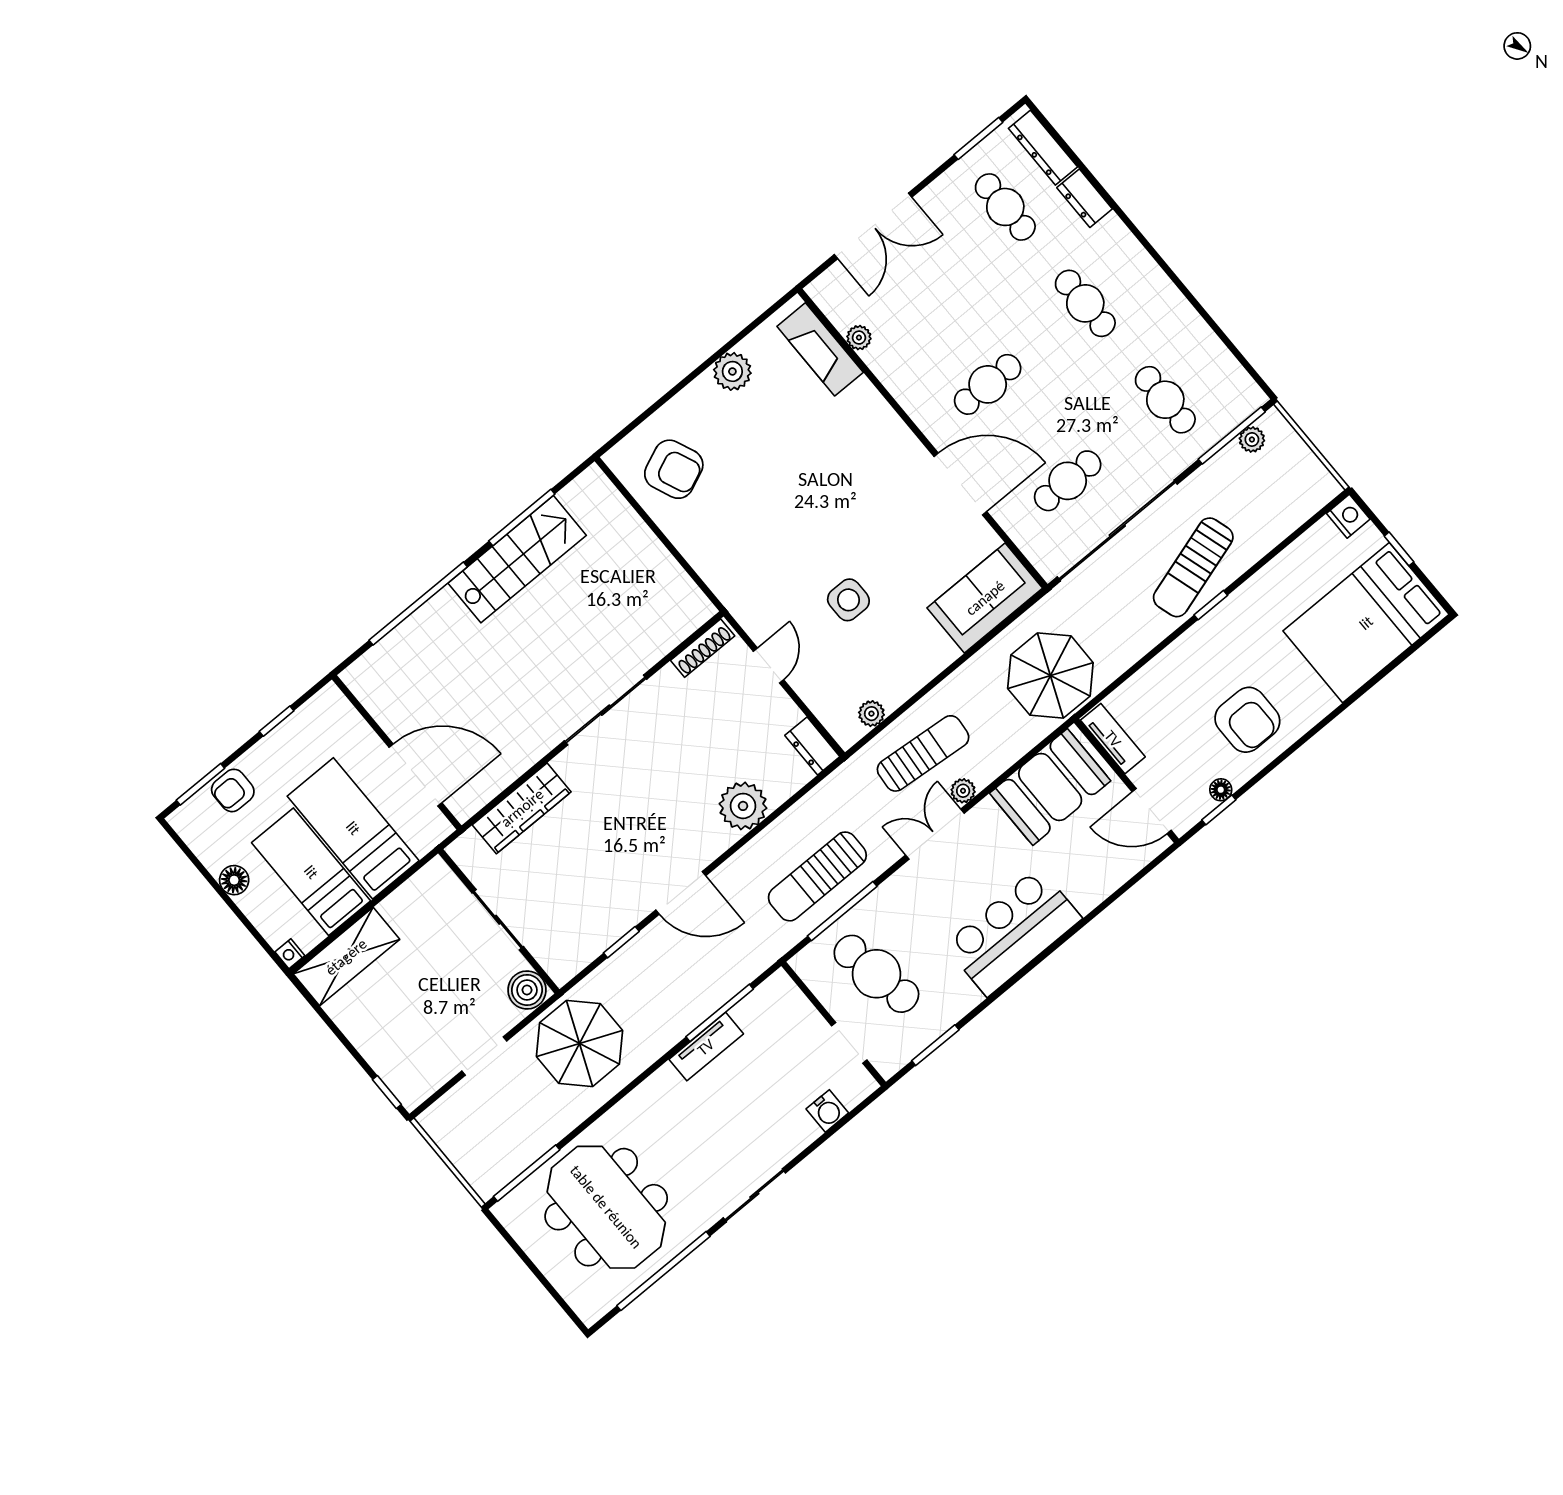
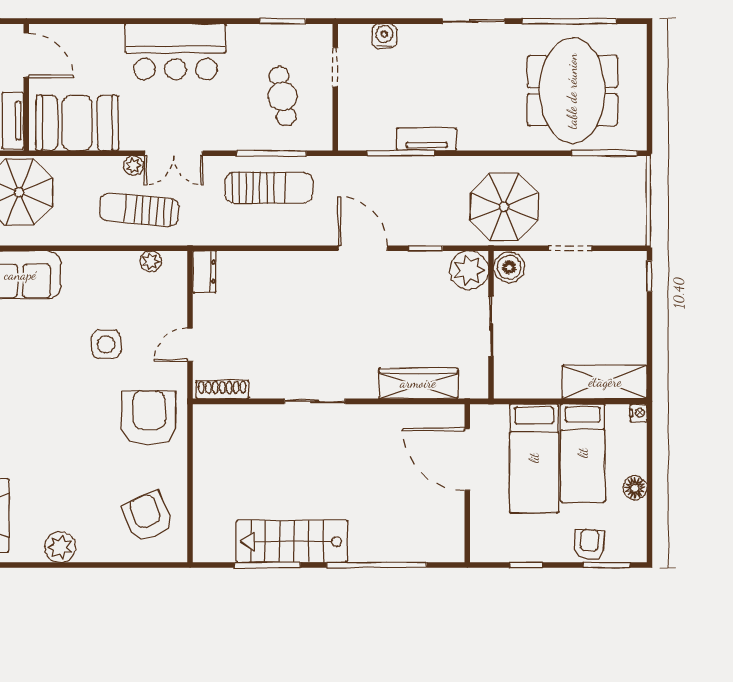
armchair: (750, 564) -> (149, 418), added
sliding door: (606, 710) -> (315, 401), width x0.73
armchair: (233, 790) -> (589, 544), turned -87
plant: (743, 806) -> (469, 270), moved
cafe table: (876, 974) -> (283, 96), width x0.73, depth x0.74

